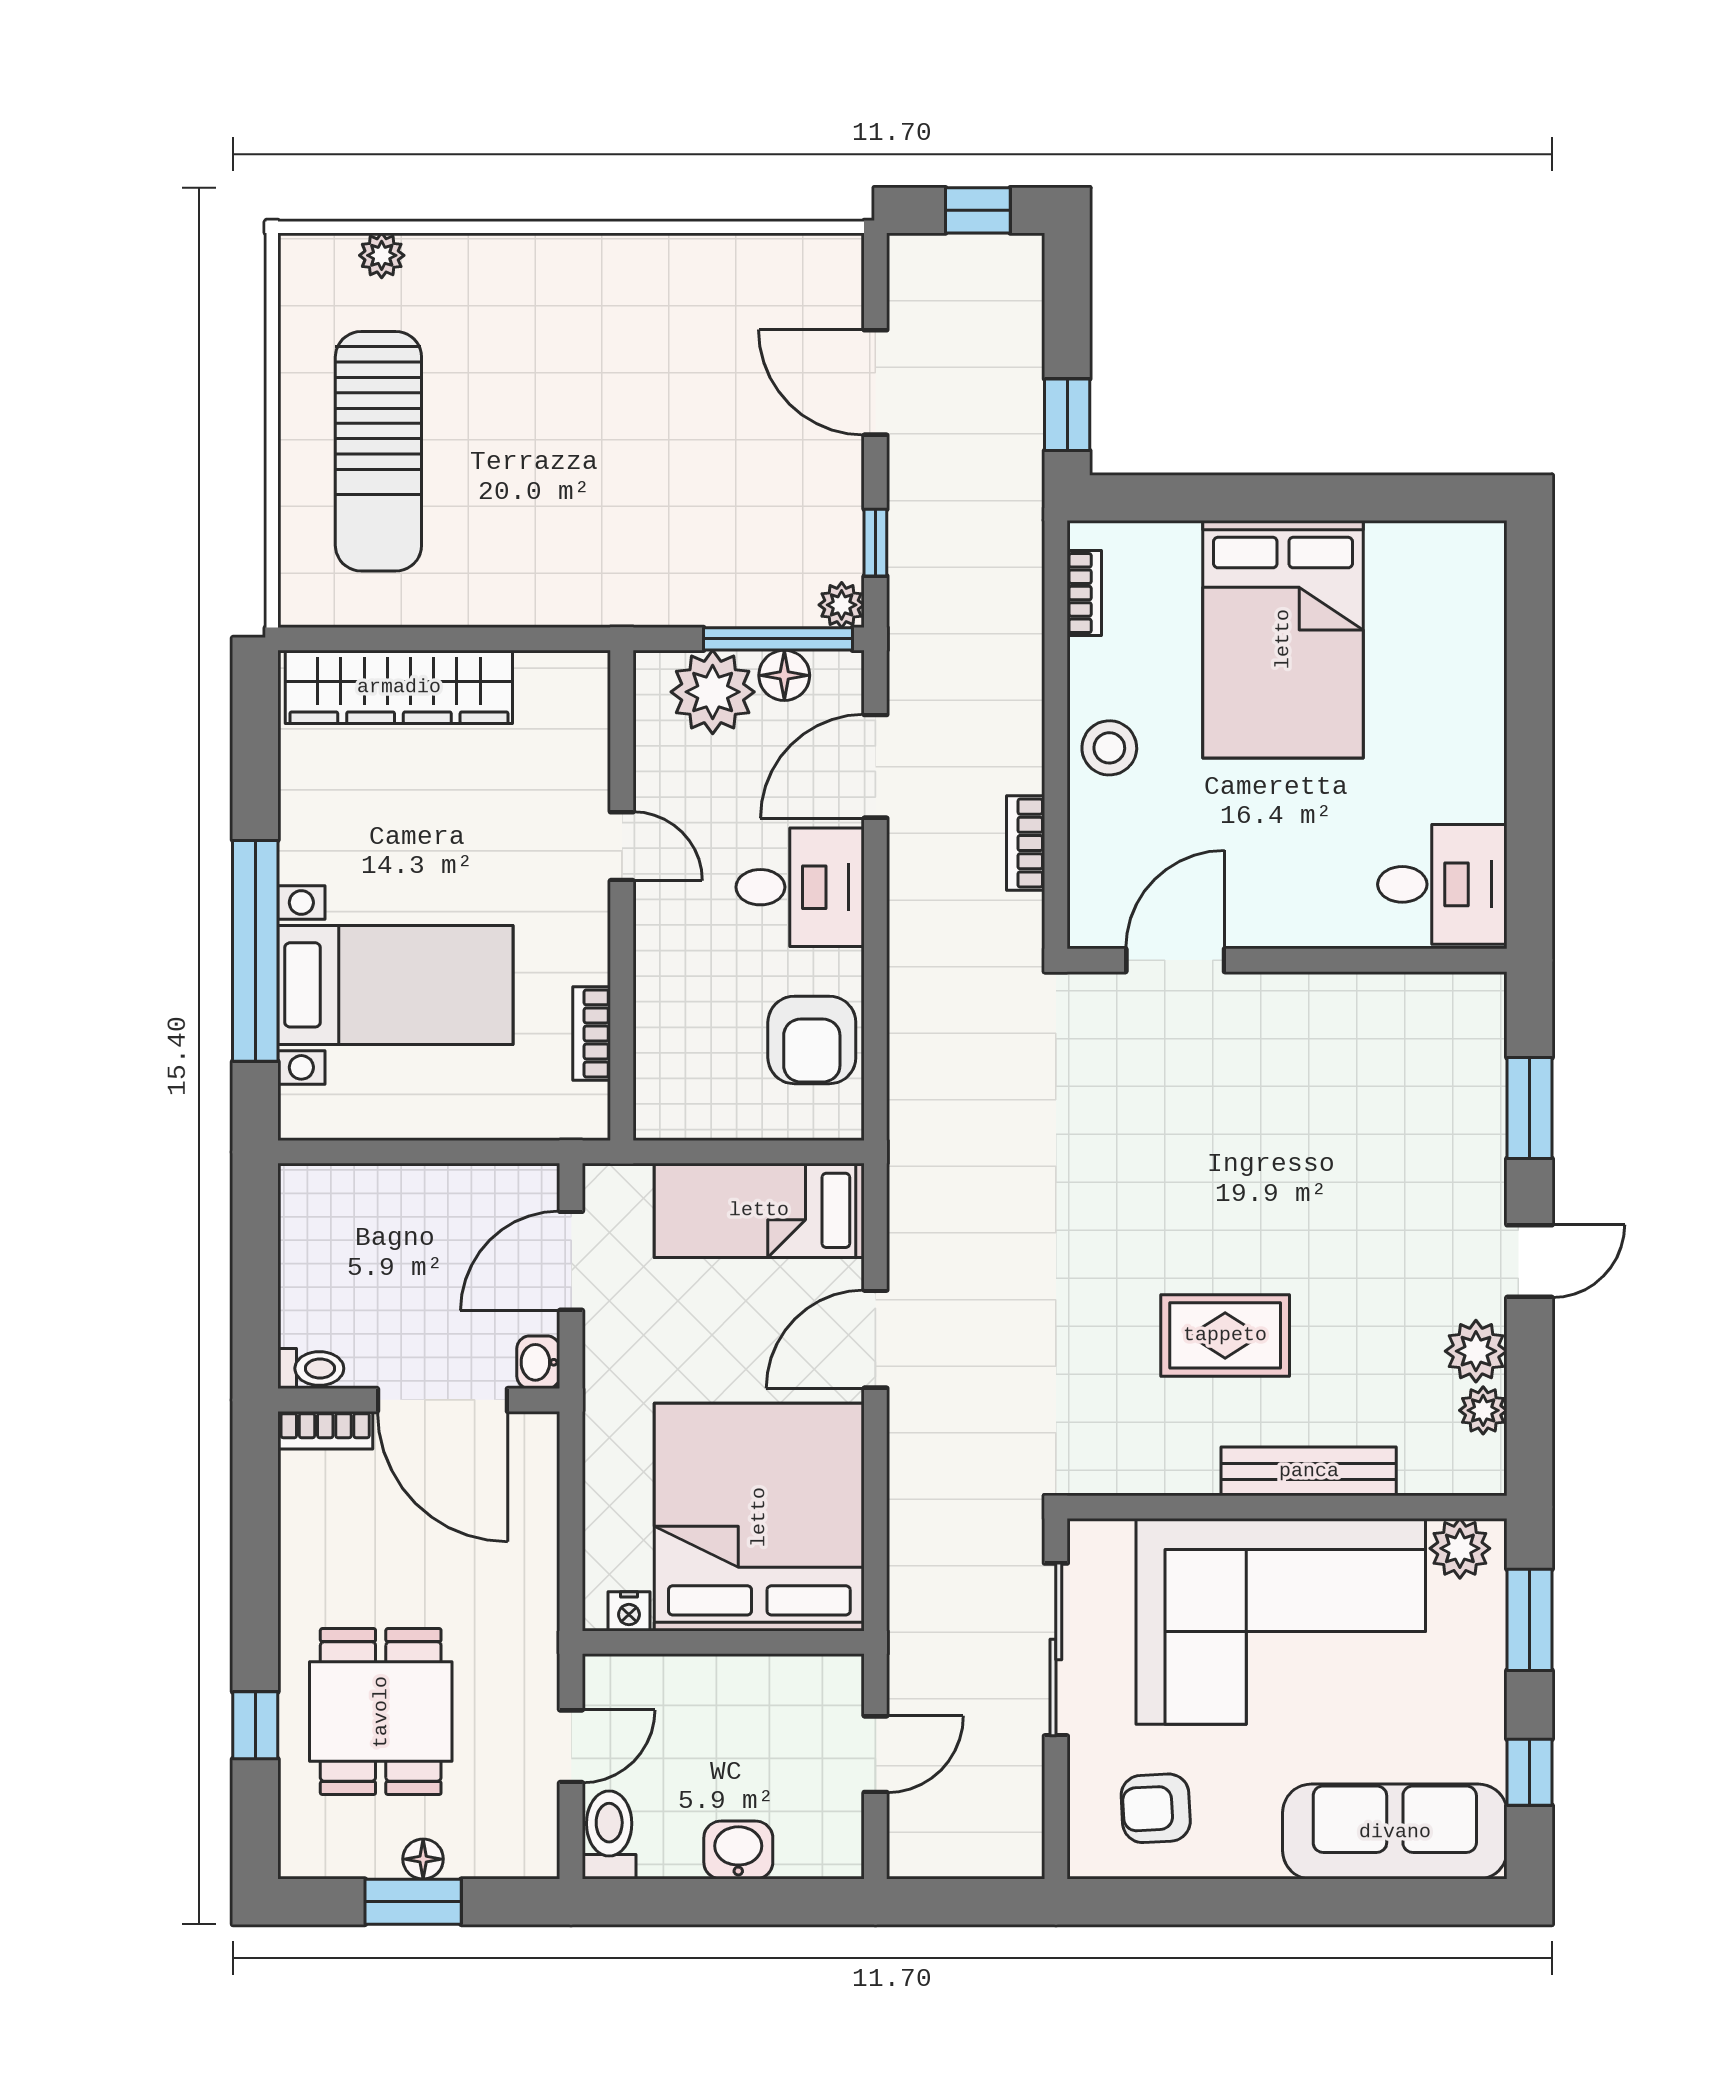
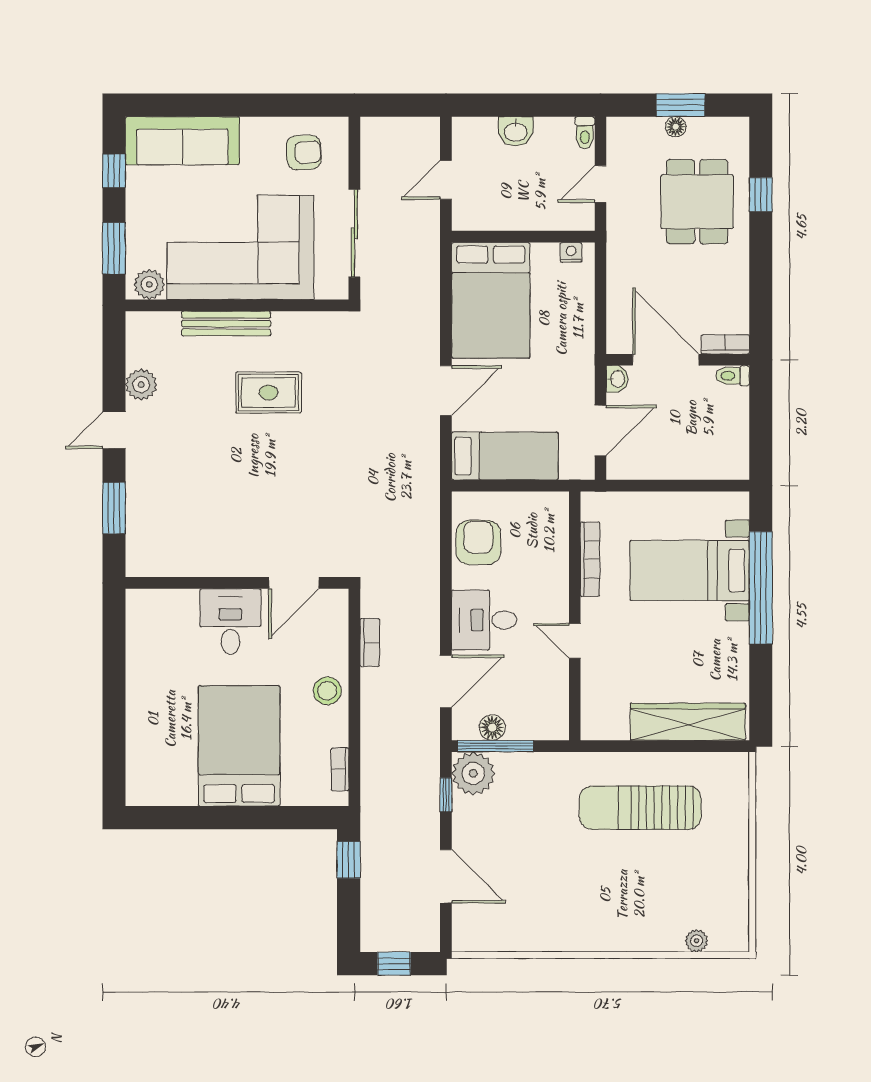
sun lounger: (378, 451) -> (640, 808), moved, turned -90
plant: (842, 605) -> (473, 773), width x1.87, depth x1.87
plant: (713, 692) -> (529, 719), removed
desk: (1442, 884) -> (230, 621), moved, turned 90
bookcase: (592, 1033) -> (590, 559), width x1.56
plant: (1483, 1410) -> (138, 354), removed
bed: (759, 1517) -> (491, 300), width x0.73
toilet: (609, 1835) -> (585, 133), width x0.73, depth x0.72

